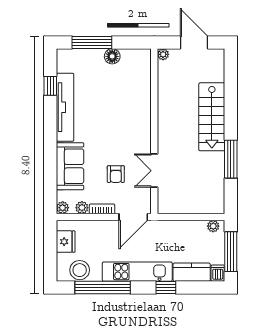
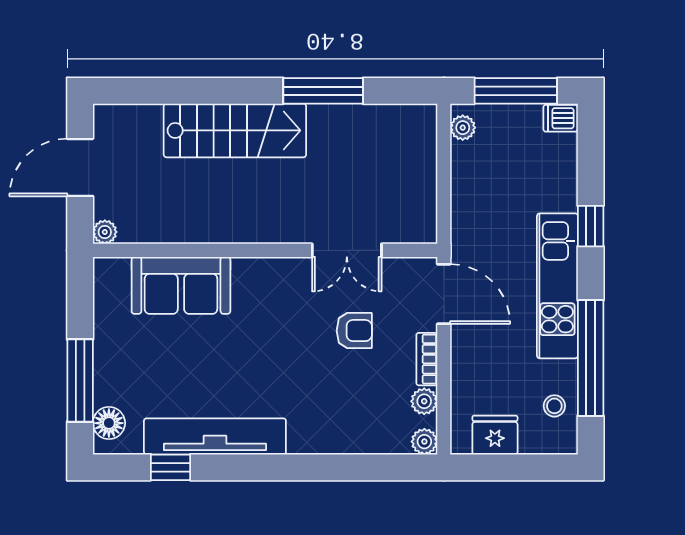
floor lamp: (112, 56) -> (109, 423), moved
sofa: (70, 166) -> (181, 285), moved, turned 180
stool: (80, 270) -> (554, 406), width x0.53, depth x0.53
kitchen counter: (192, 272) -> (559, 173), removed

